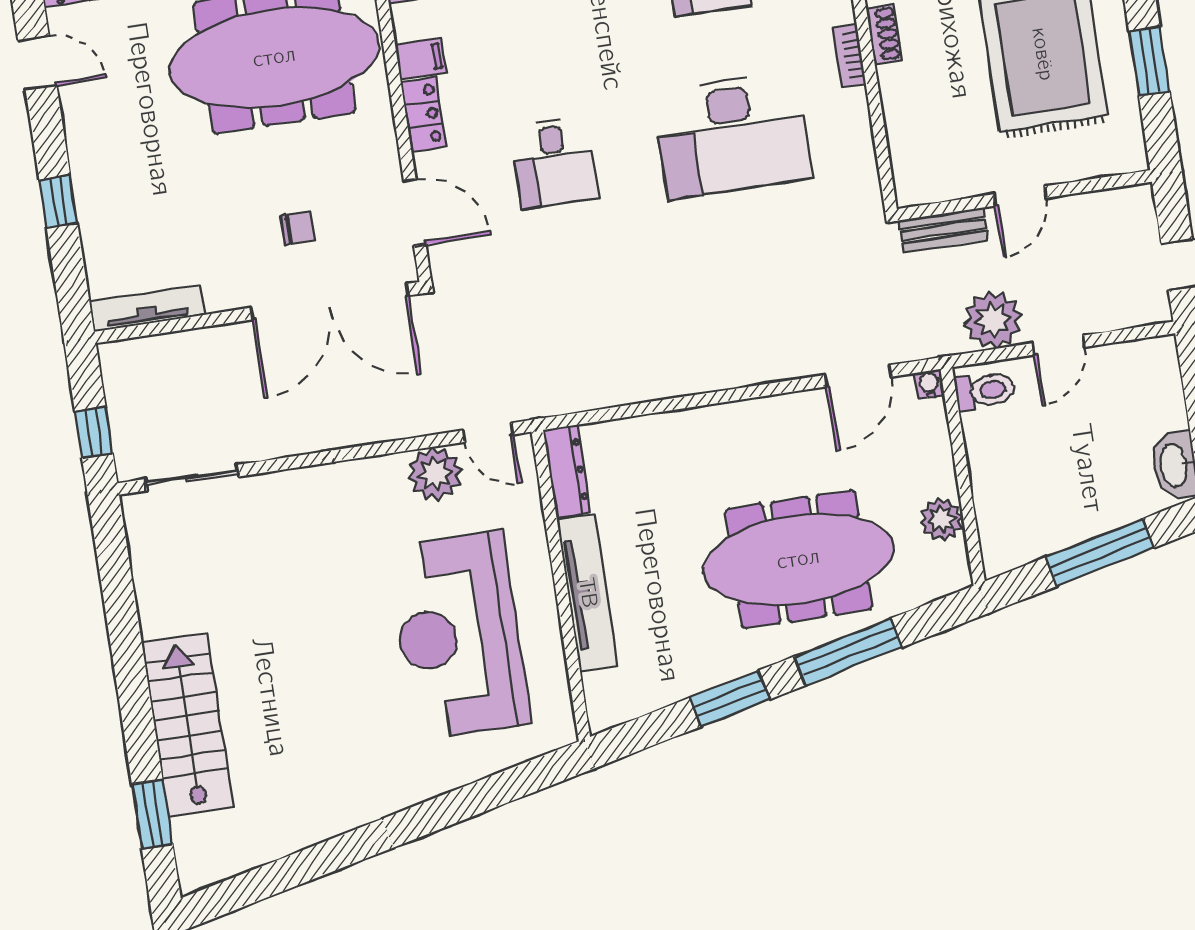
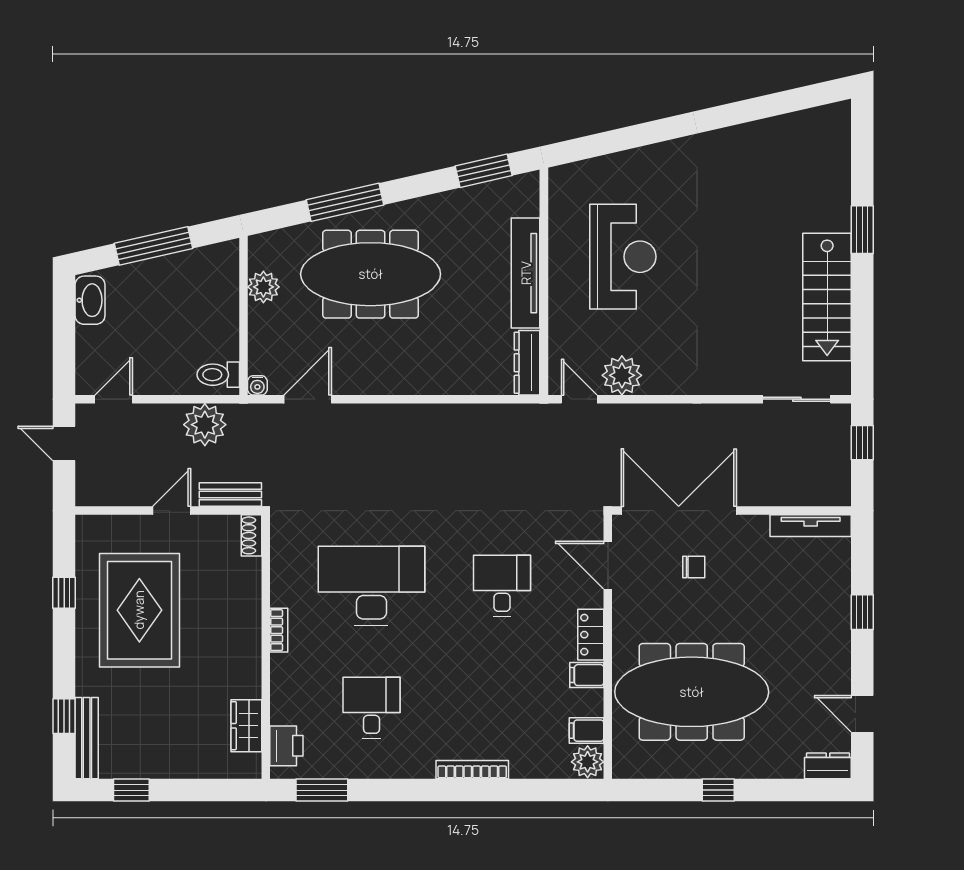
shoe rack: (884, 34) -> (251, 535), moved
window: (1149, 62) -> (64, 593), width x0.67
chair: (297, 228) -> (694, 567), turned 180
door: (1058, 345) -> (114, 399), moved
reception desk: (459, 636) -> (623, 257), width x0.74, depth x0.77
window: (729, 699) -> (484, 171), moved
stairs: (188, 725) -> (827, 297), moved
window: (152, 814) -> (862, 230), moved

